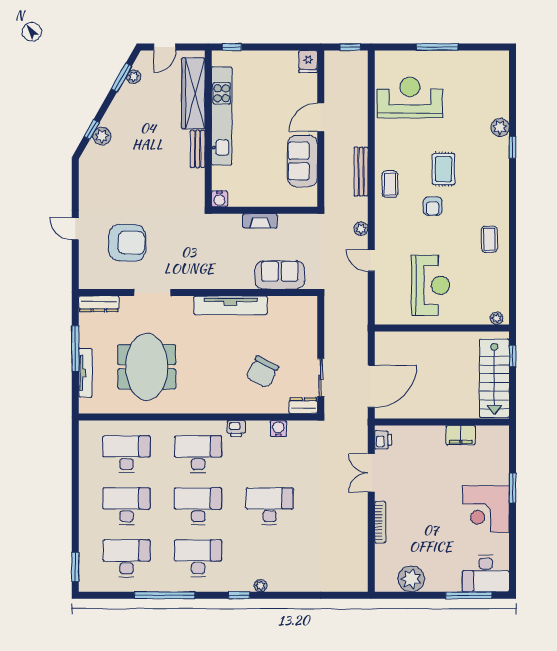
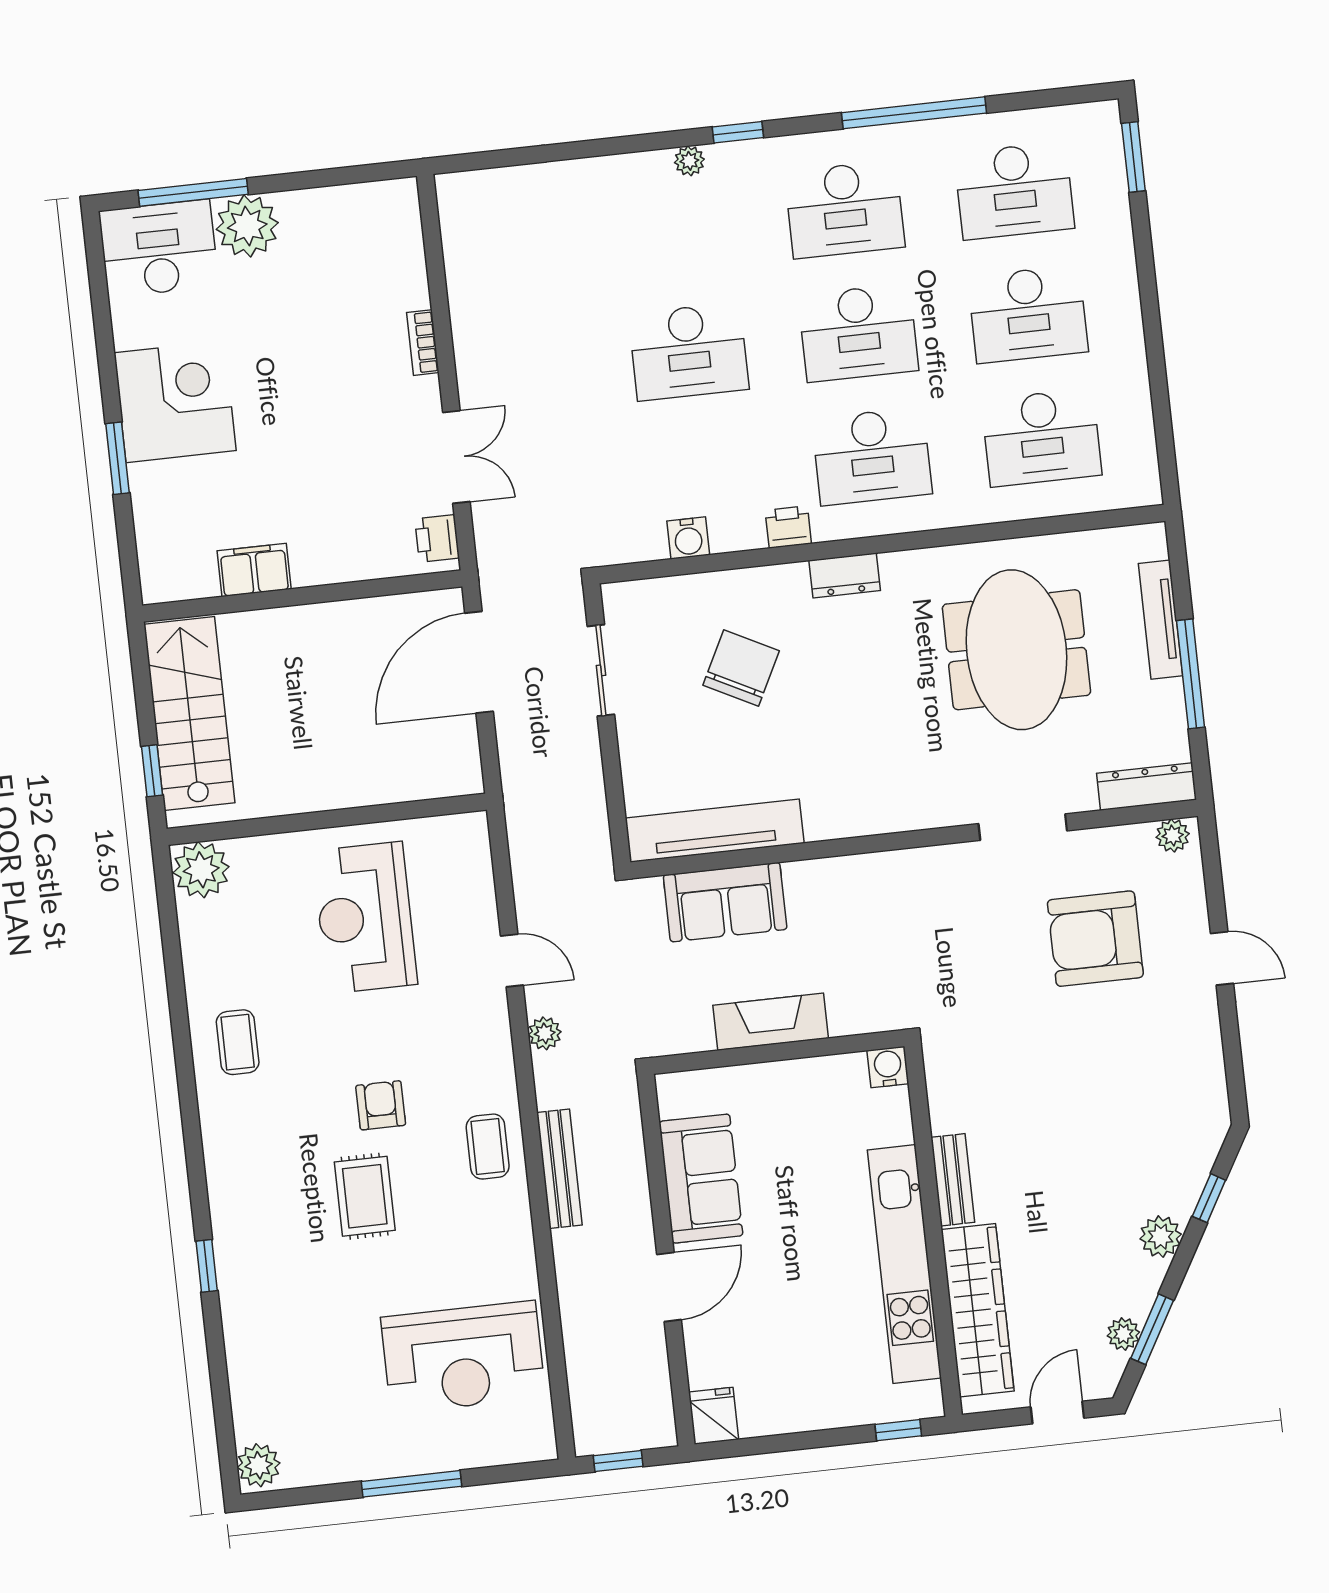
plant: (500, 127) -> (259, 1465), moved
plant: (102, 136) -> (1161, 1237), moved
fireplace: (260, 221) -> (771, 1022), width x1.37, depth x1.32
plant: (90, 282) -> (1173, 836), added
tv unit: (231, 305) -> (715, 831), moved
plant: (497, 318) -> (201, 870), width x1.88, depth x1.88
dresser: (303, 406) -> (845, 575), moved
bookcase: (380, 522) -> (423, 343), width x0.64
plant: (411, 579) -> (247, 226), moved

